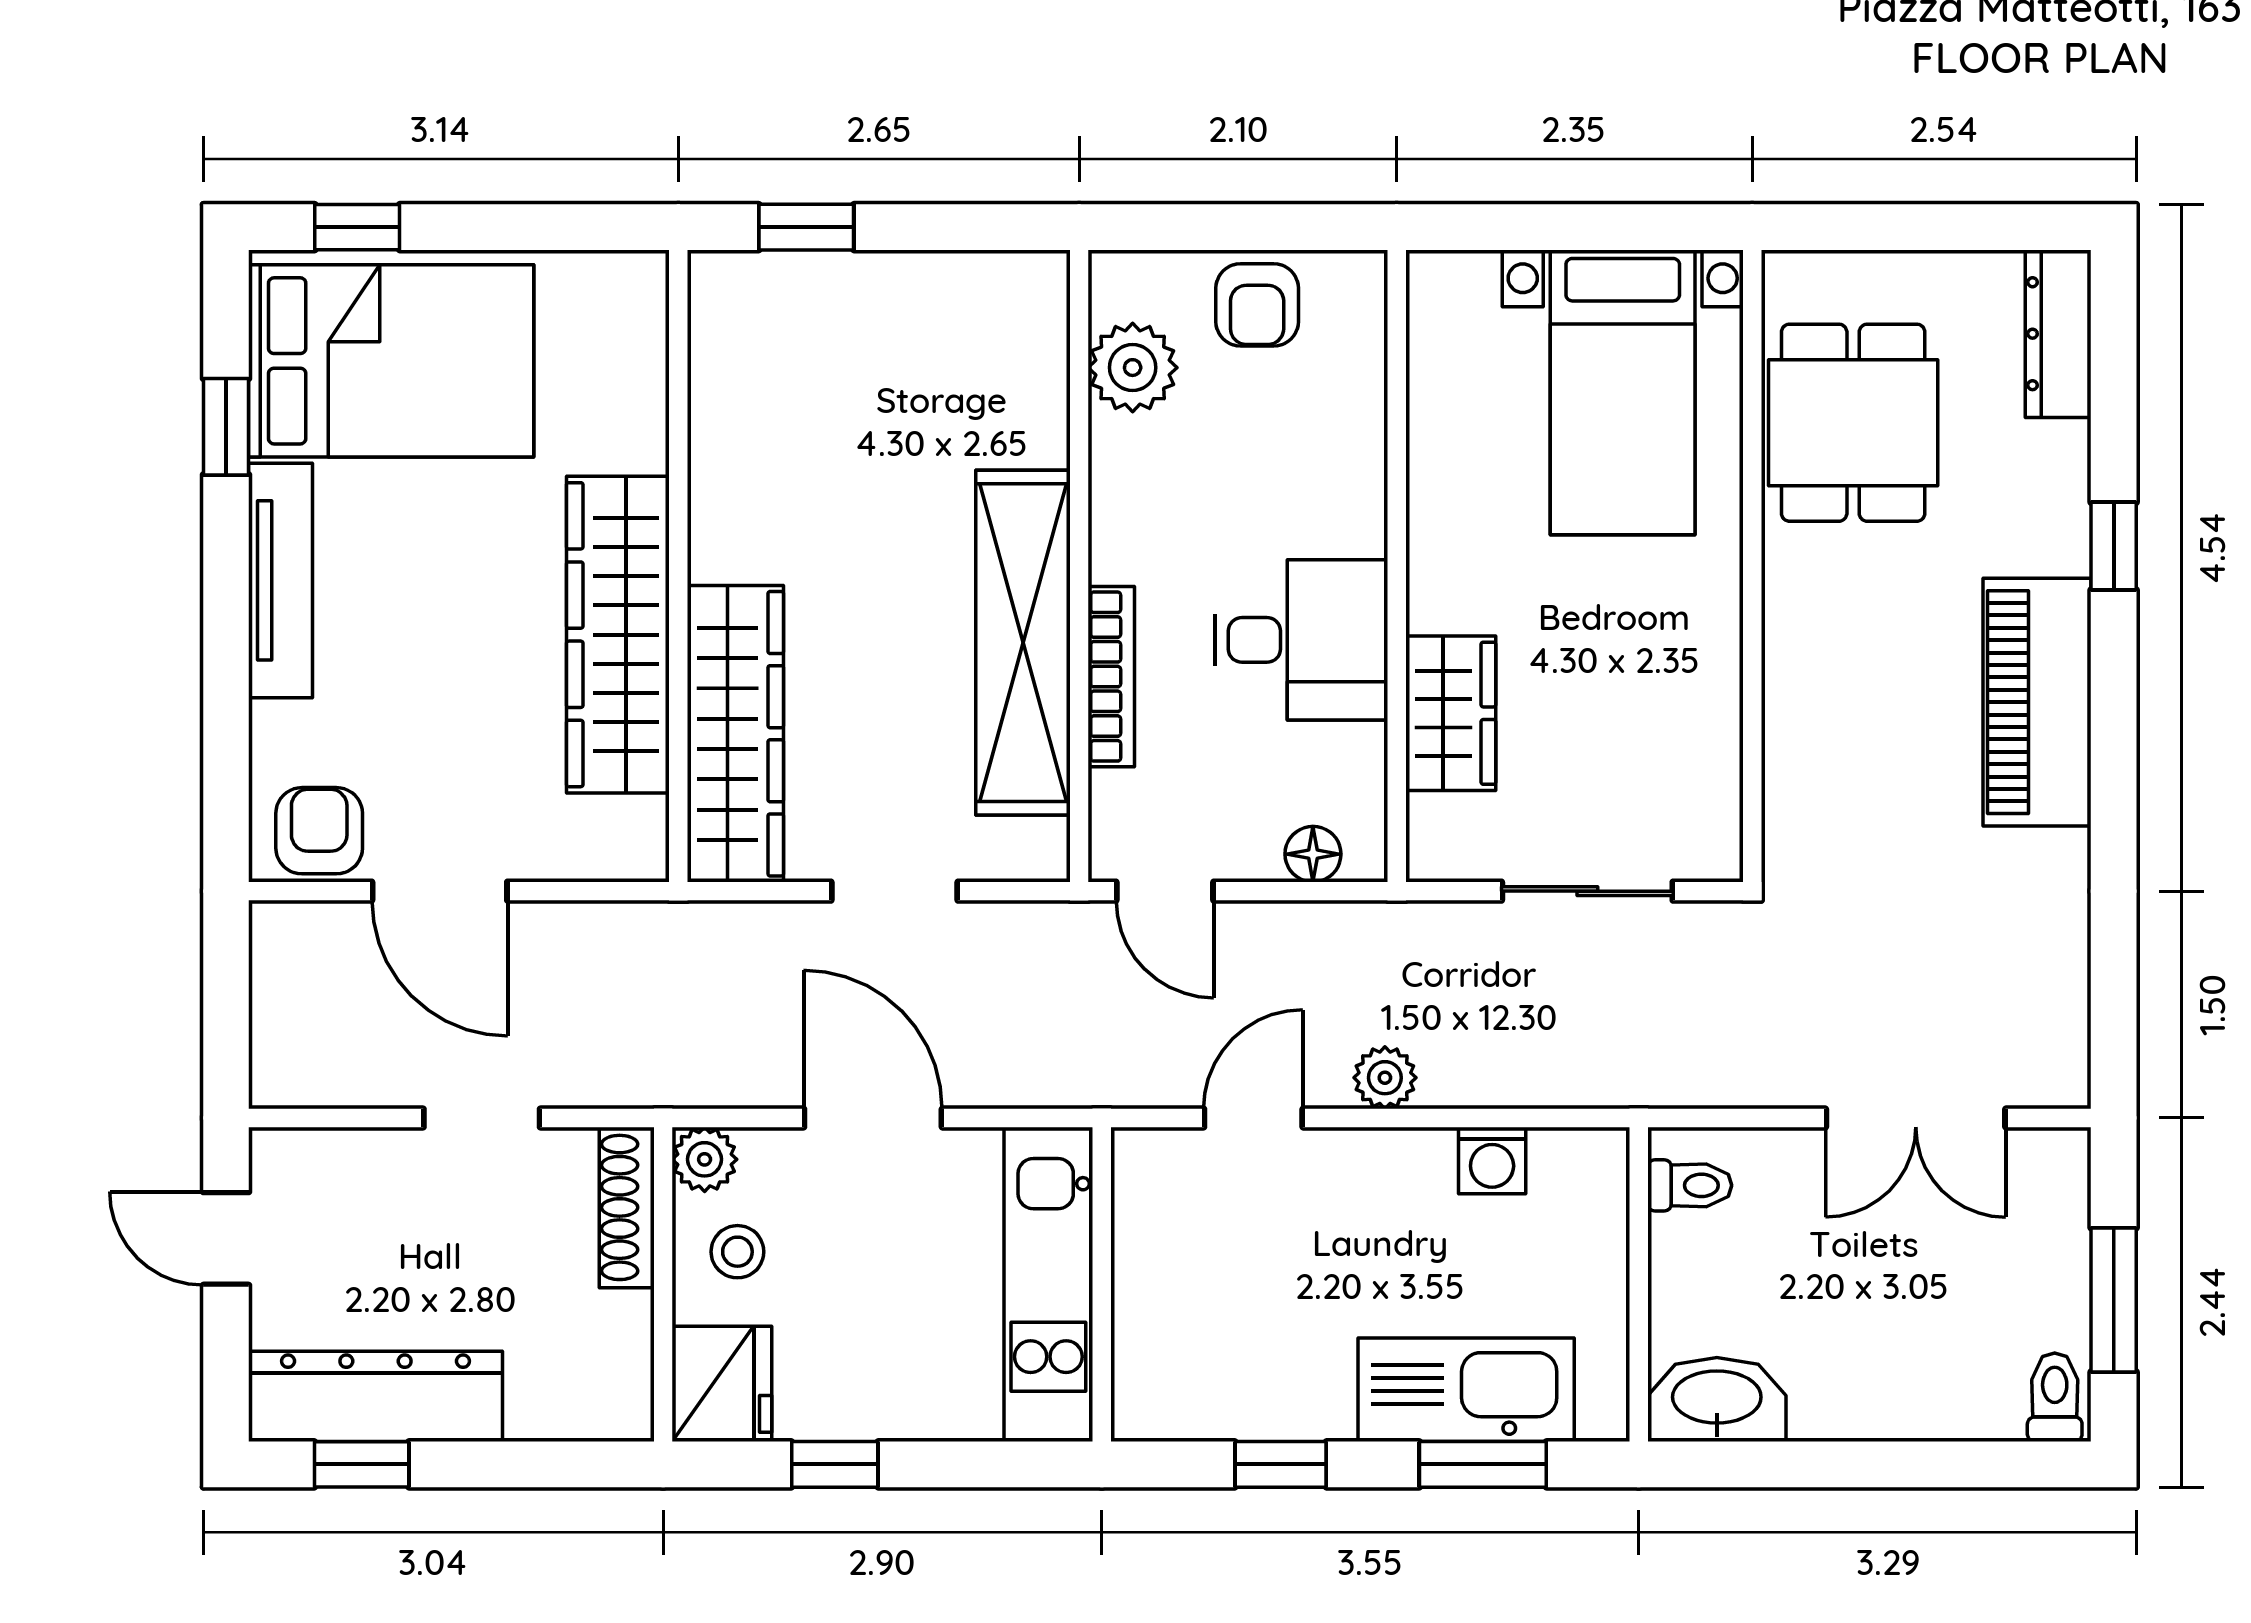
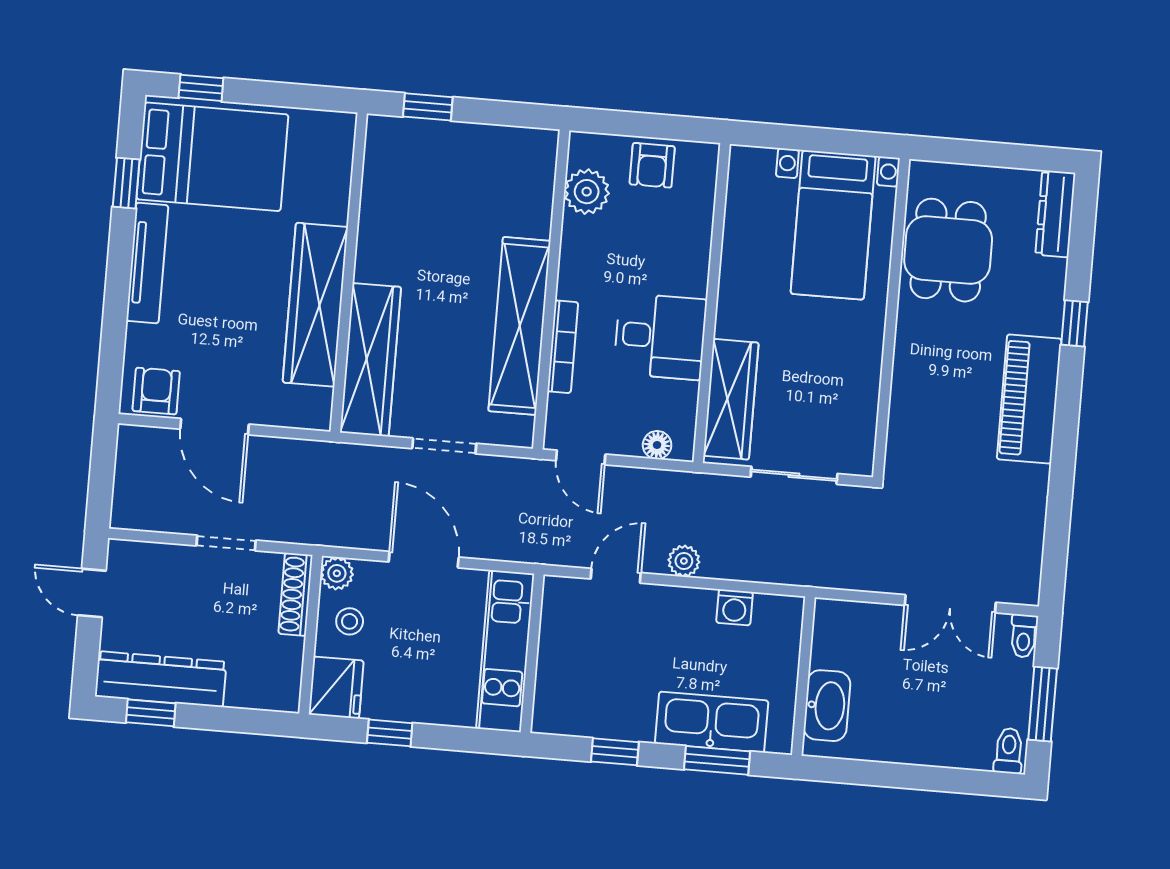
wardrobe: (1451, 713) -> (731, 399), width x1.50
toilet: (1690, 1185) -> (1024, 636), moved, turned 90
washbasin: (1717, 1399) -> (827, 706), moved, turned 90

